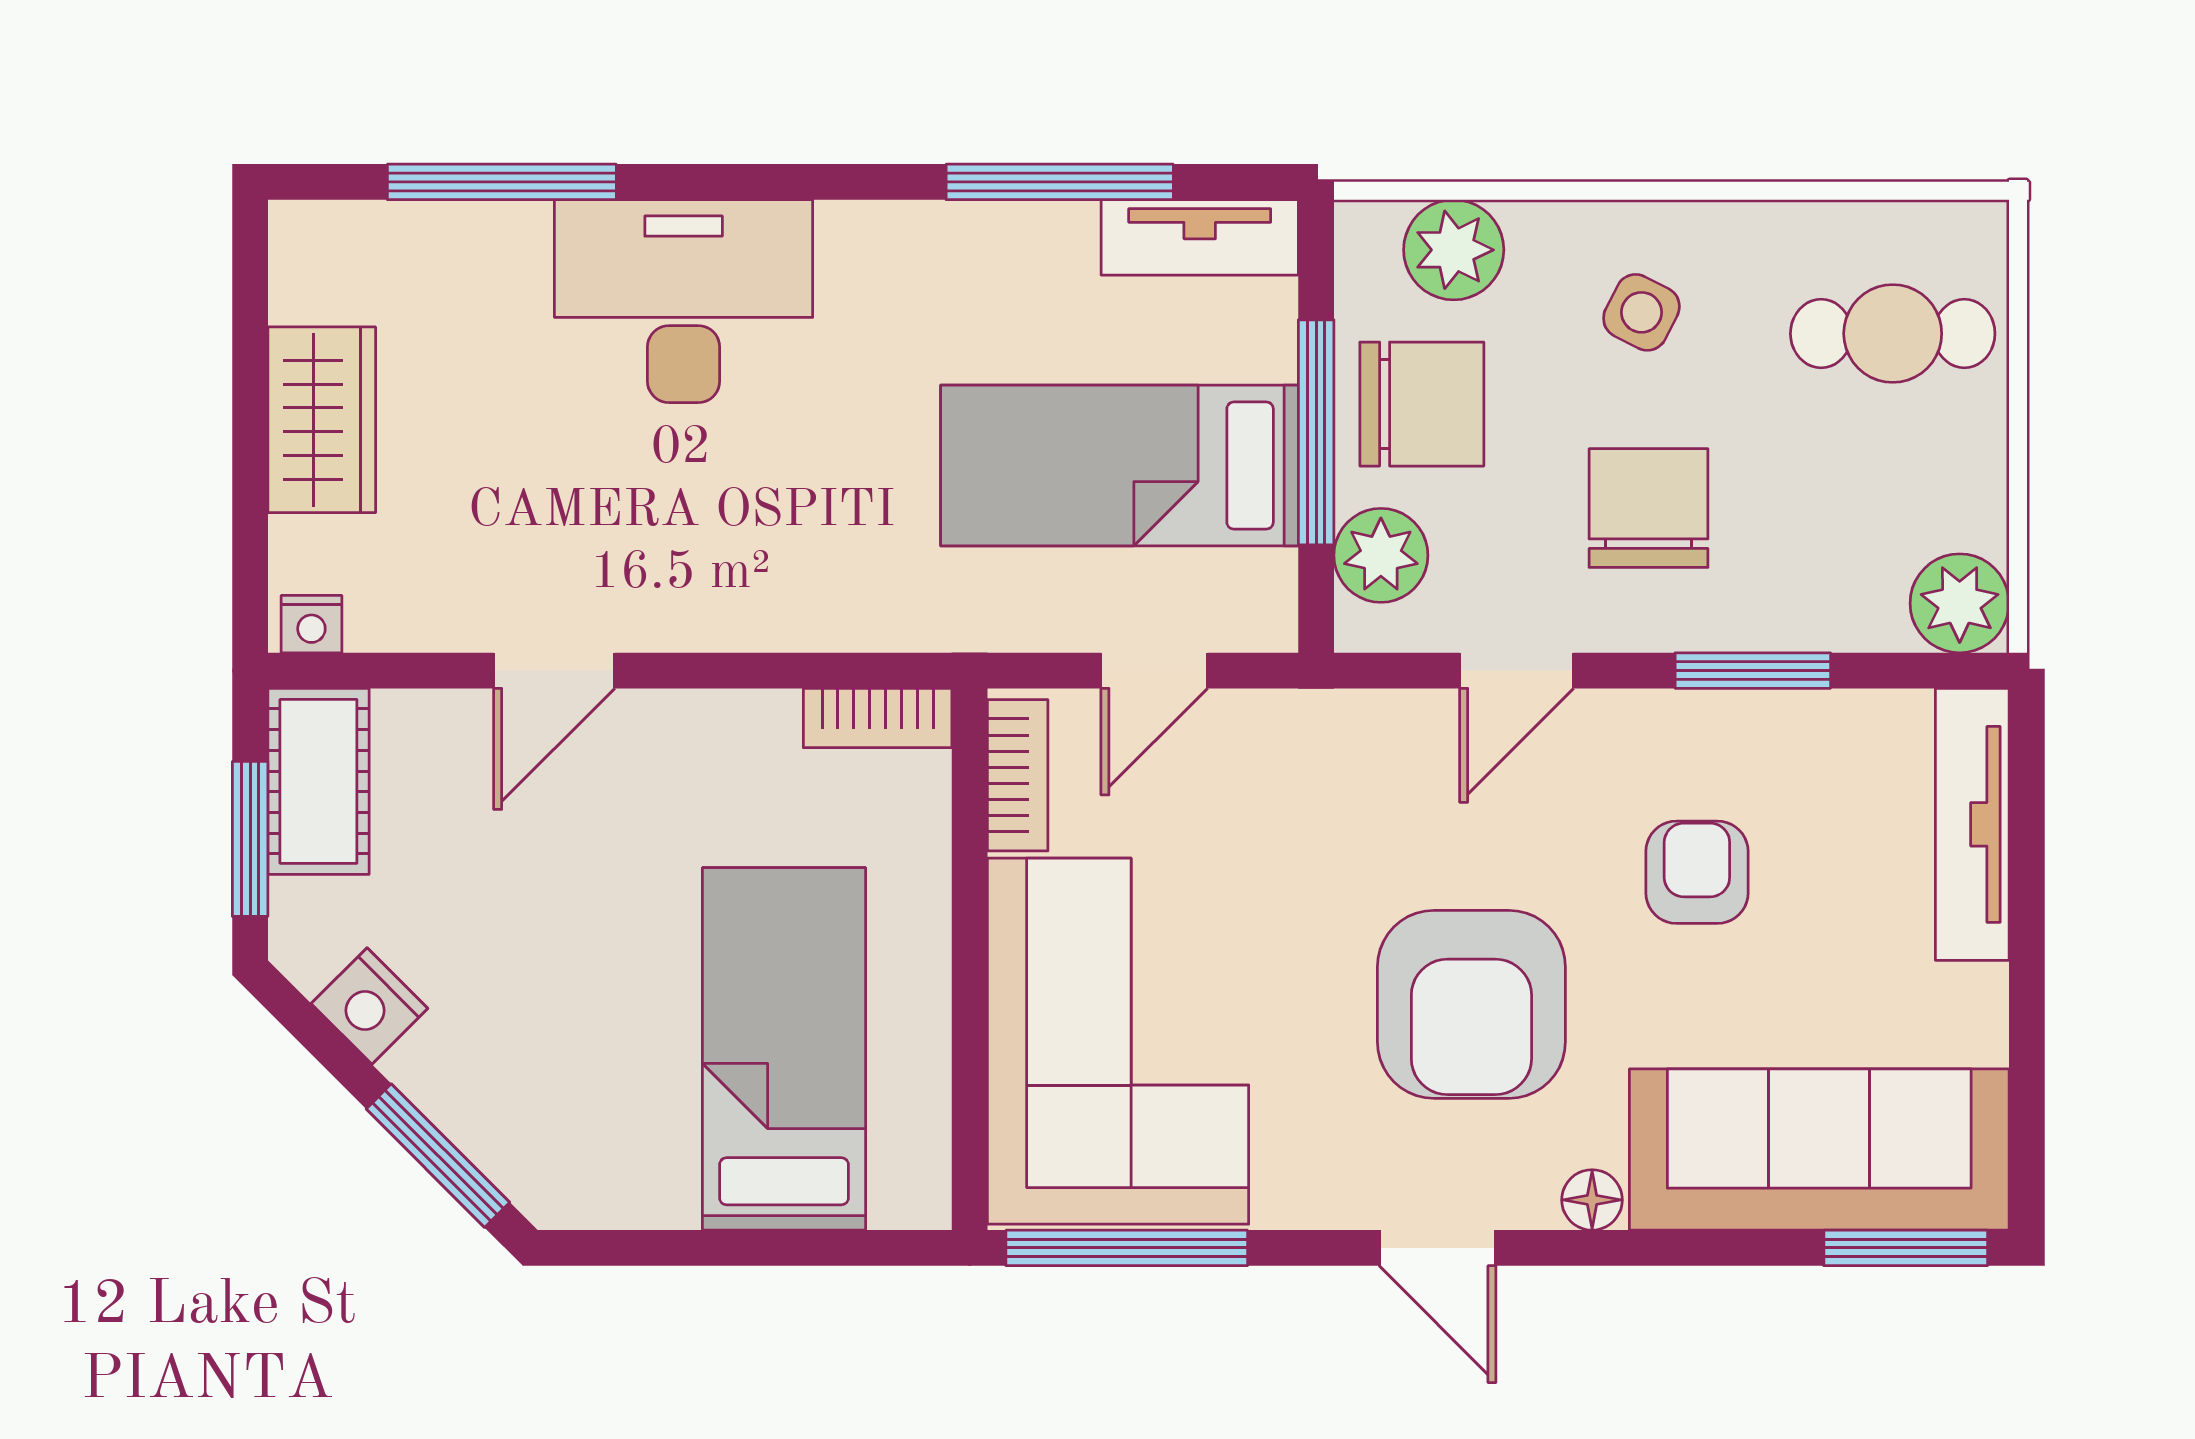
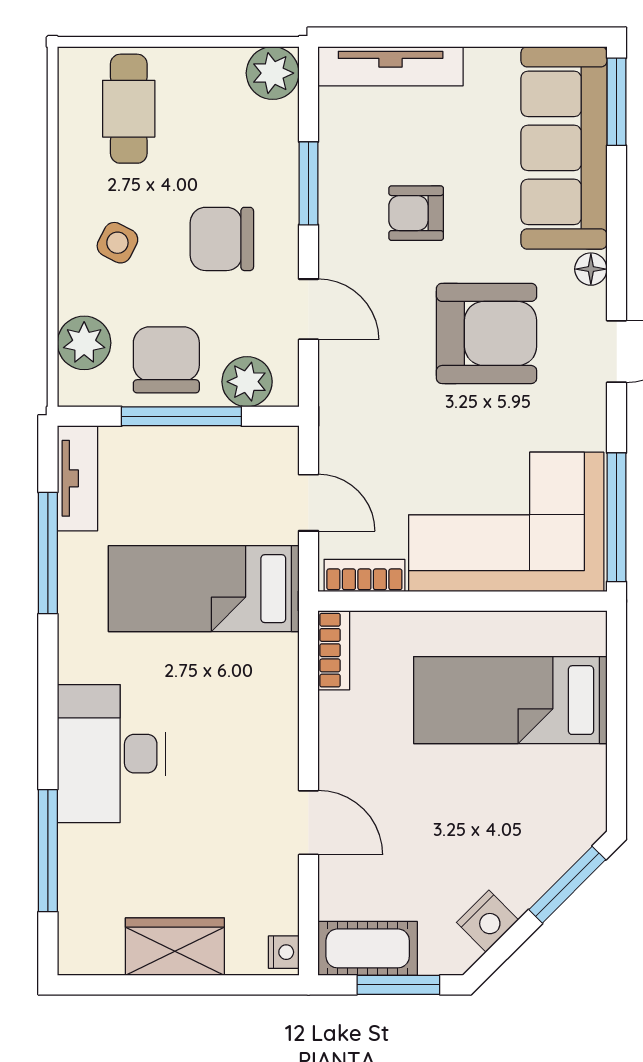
bed: (1120, 466) -> (204, 589), moved, turned 90

